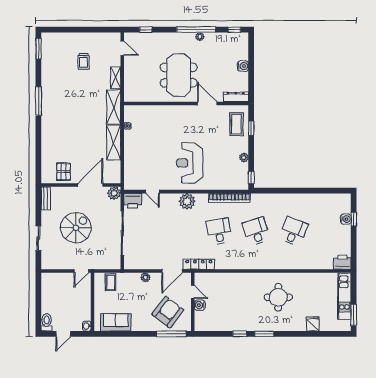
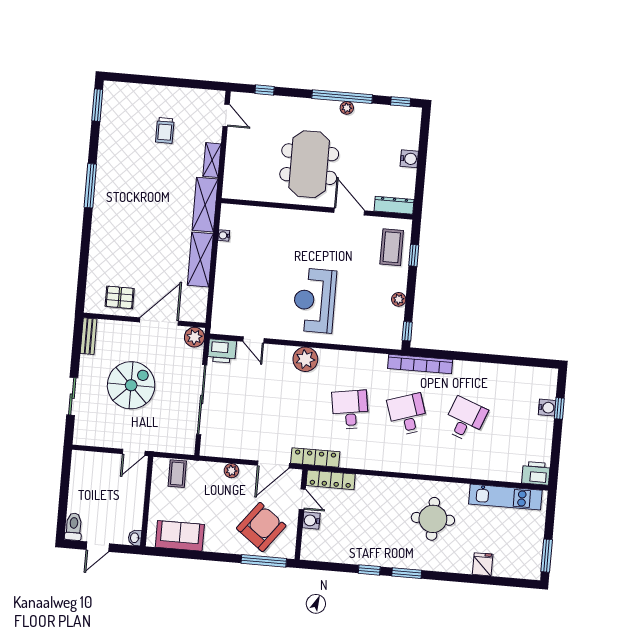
pallet: (64, 172) -> (120, 297), turned 90
bookcase: (229, 198) -> (420, 364), moved
locker: (210, 278) -> (331, 480), added
kitchen unit: (344, 296) -> (505, 497), moved, turned -90

